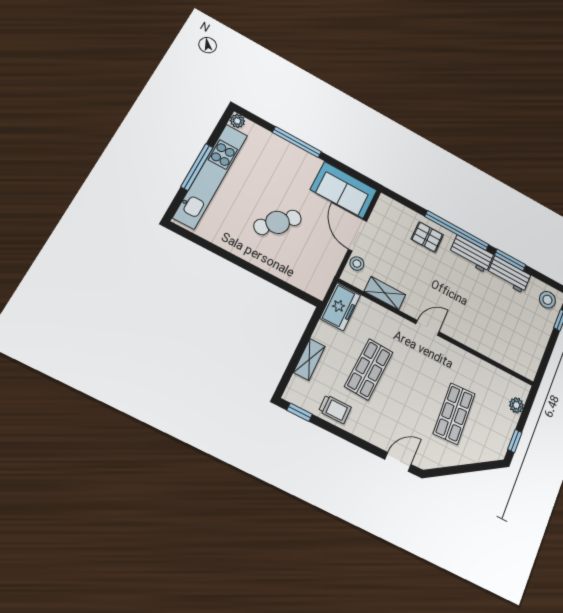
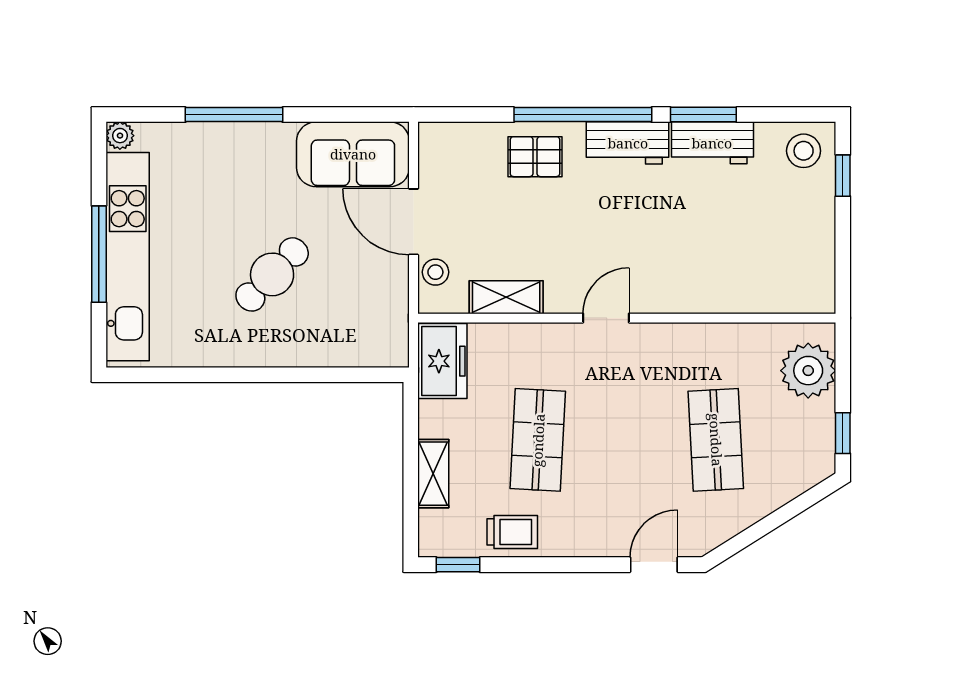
plant: (516, 405) -> (808, 371), width x1.87, depth x1.87

